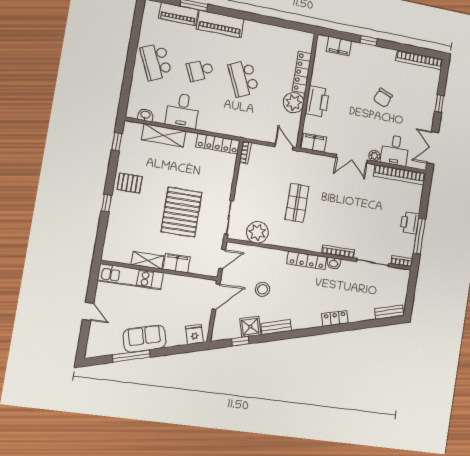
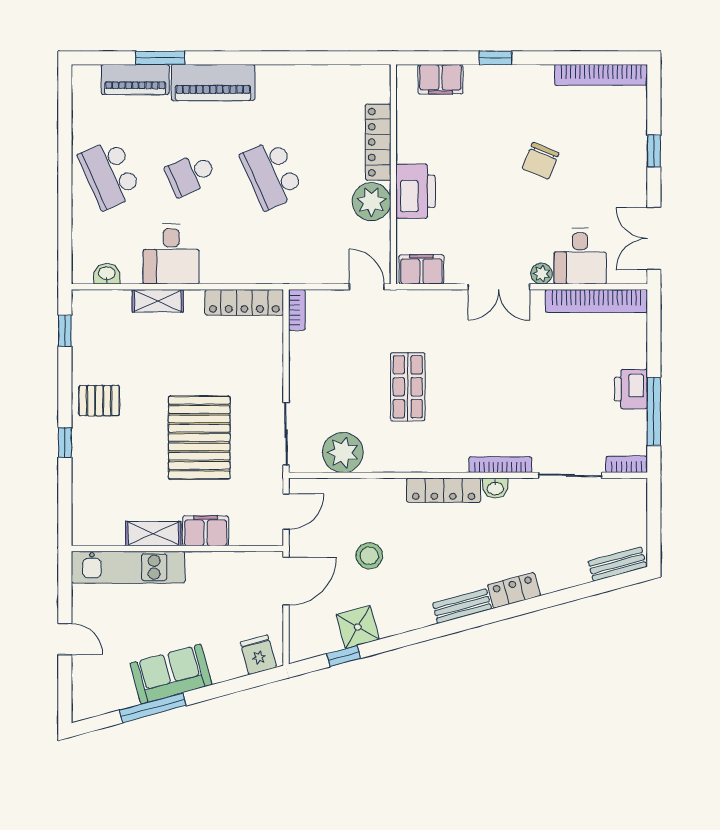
shelving: (164, 135) -> (158, 301), width x0.67, depth x0.75
bench: (276, 327) -> (462, 606), moved

